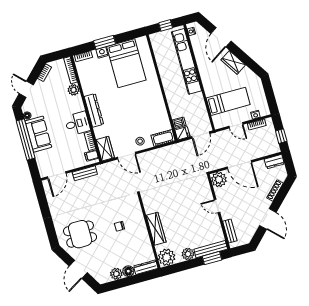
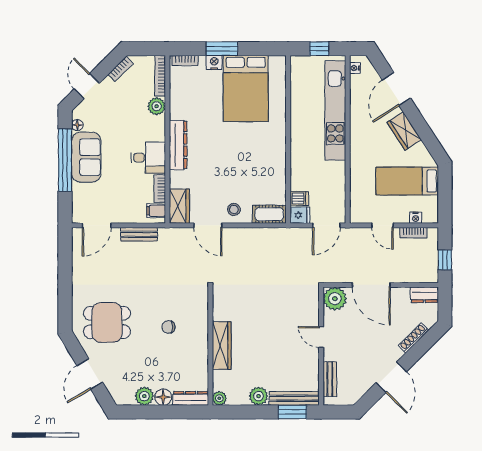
bed: (228, 101) -> (407, 181), moved, turned 180
plant: (167, 257) -> (219, 398), width x0.53, depth x0.53

